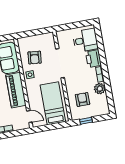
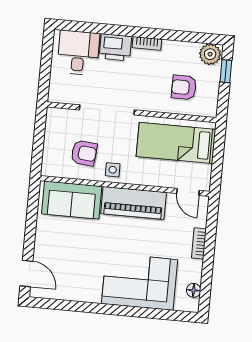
plant: (100, 89) -> (210, 54), moved
door: (29, 117) -> (188, 192), swing flipped
window: (86, 121) -> (226, 71), moved

